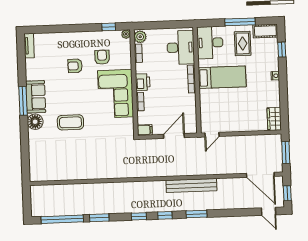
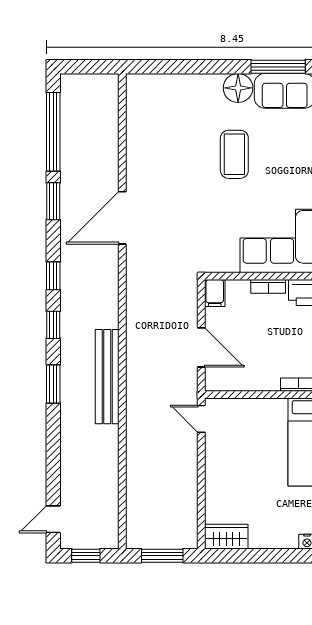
door: (260, 175) -> (122, 218), moved

